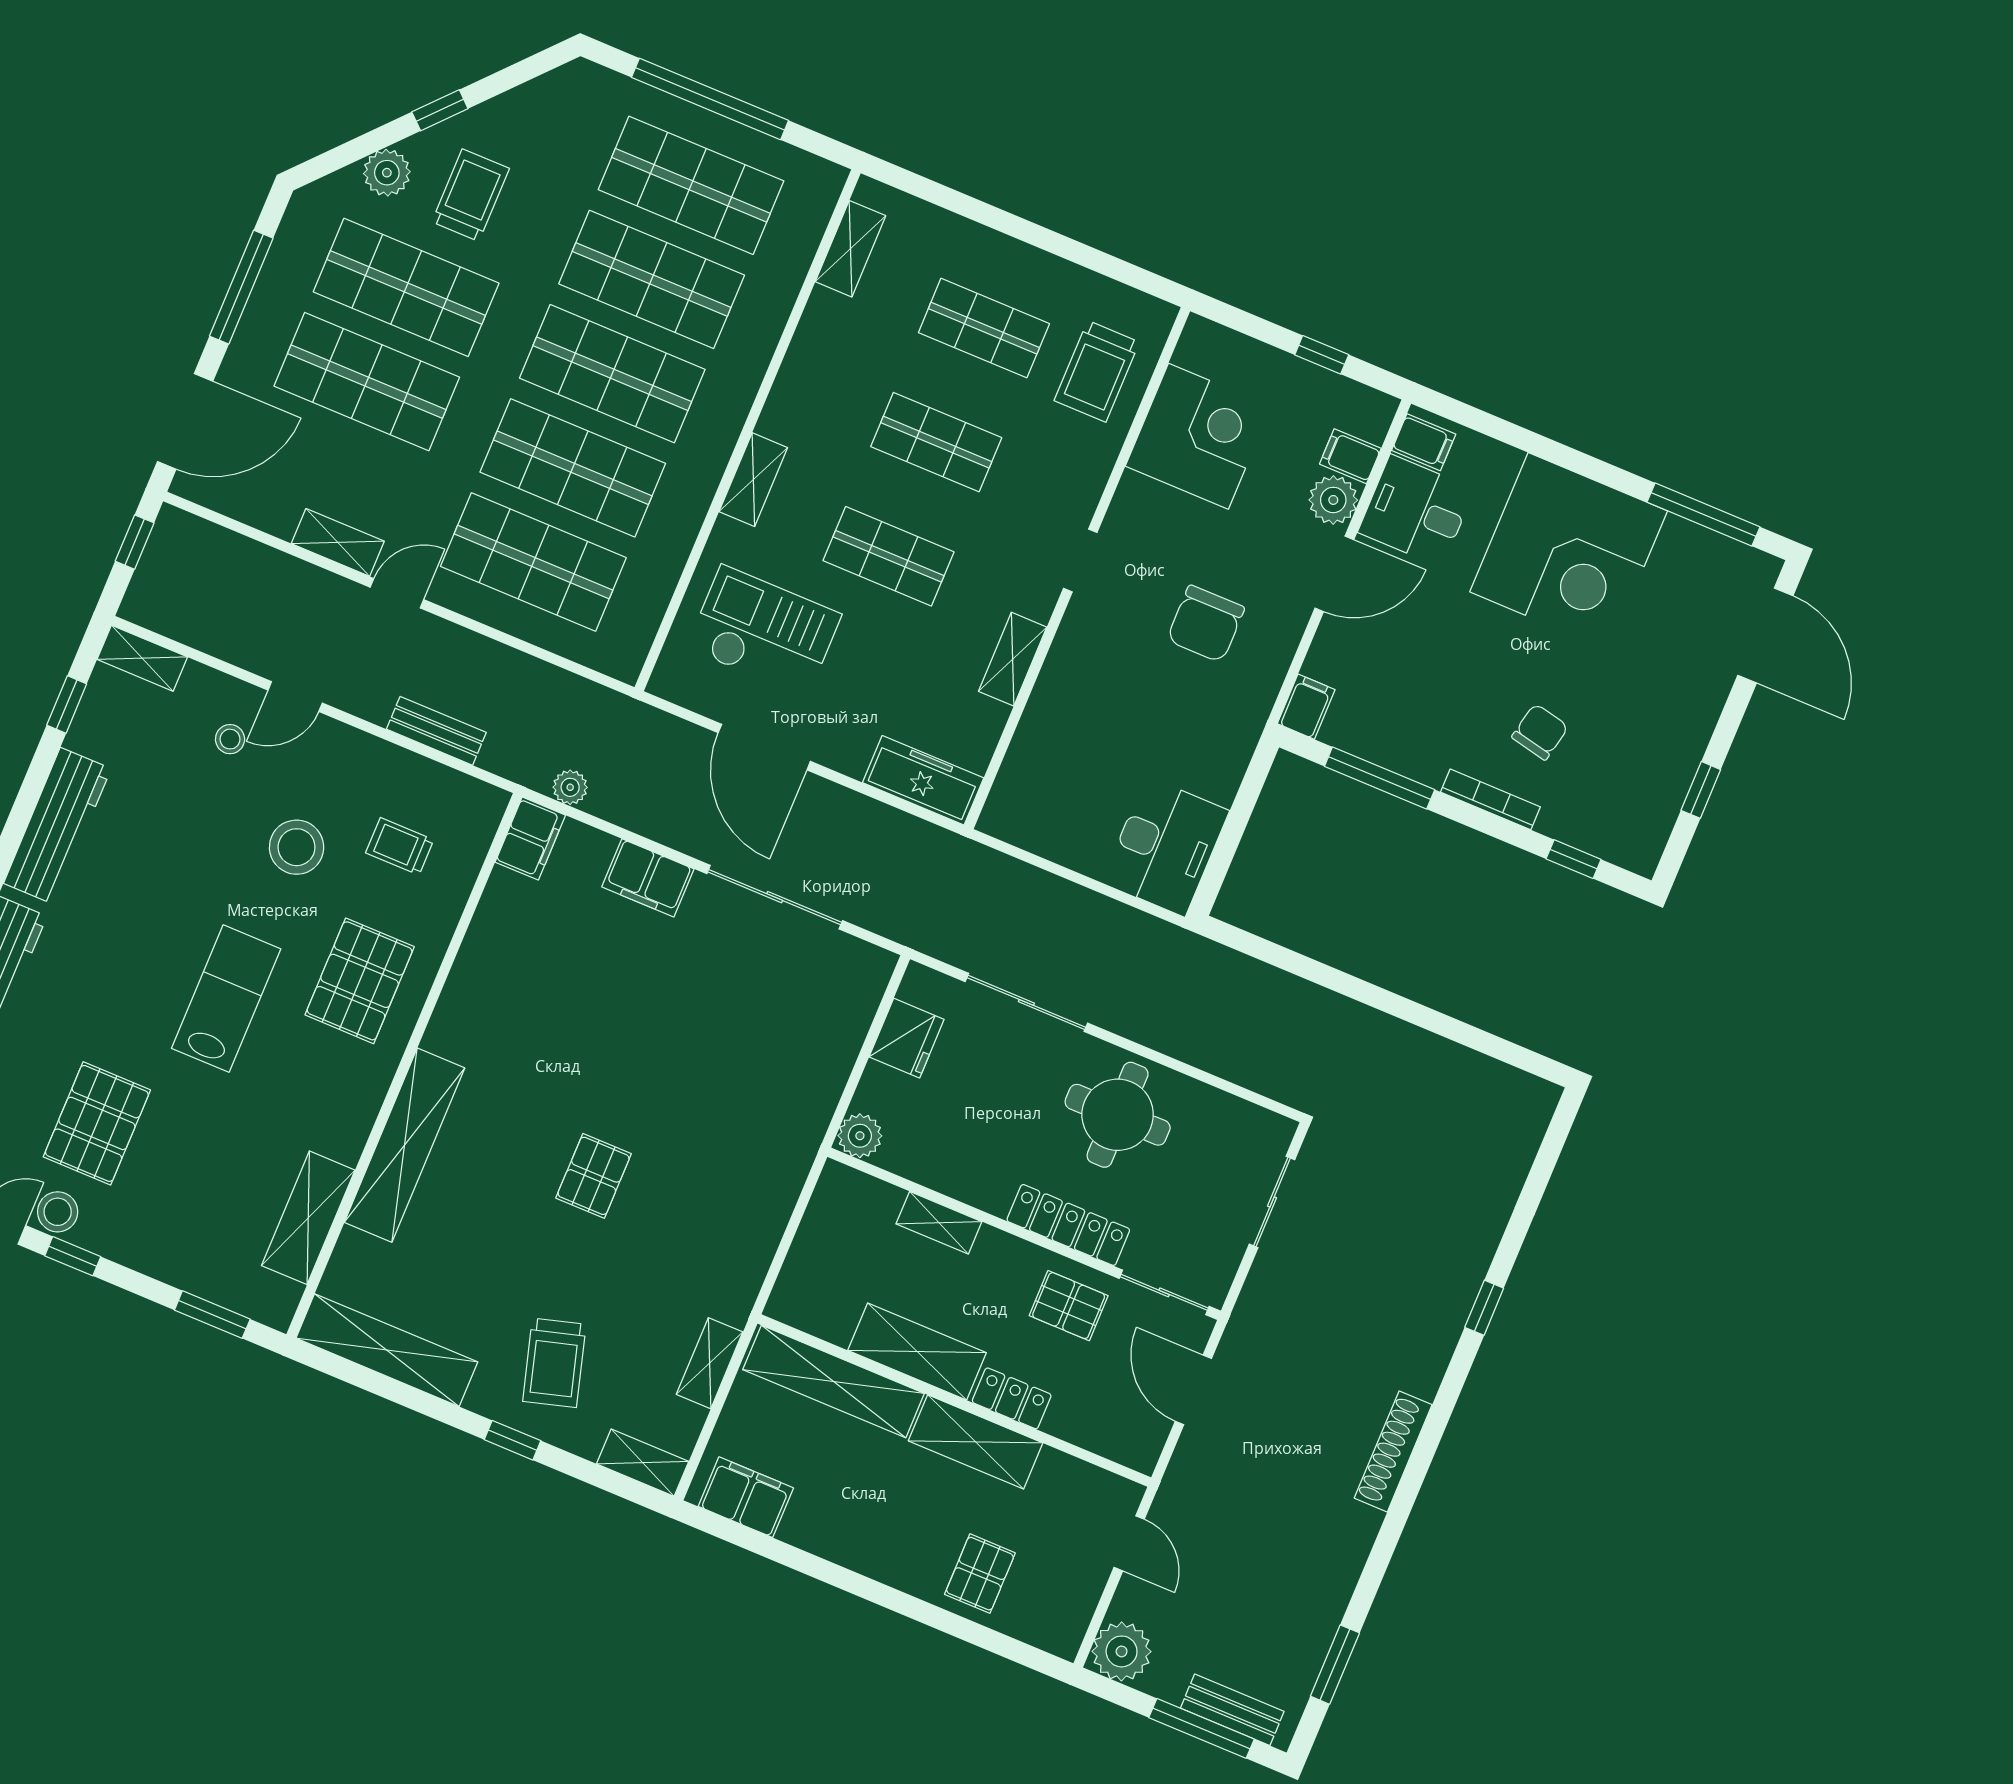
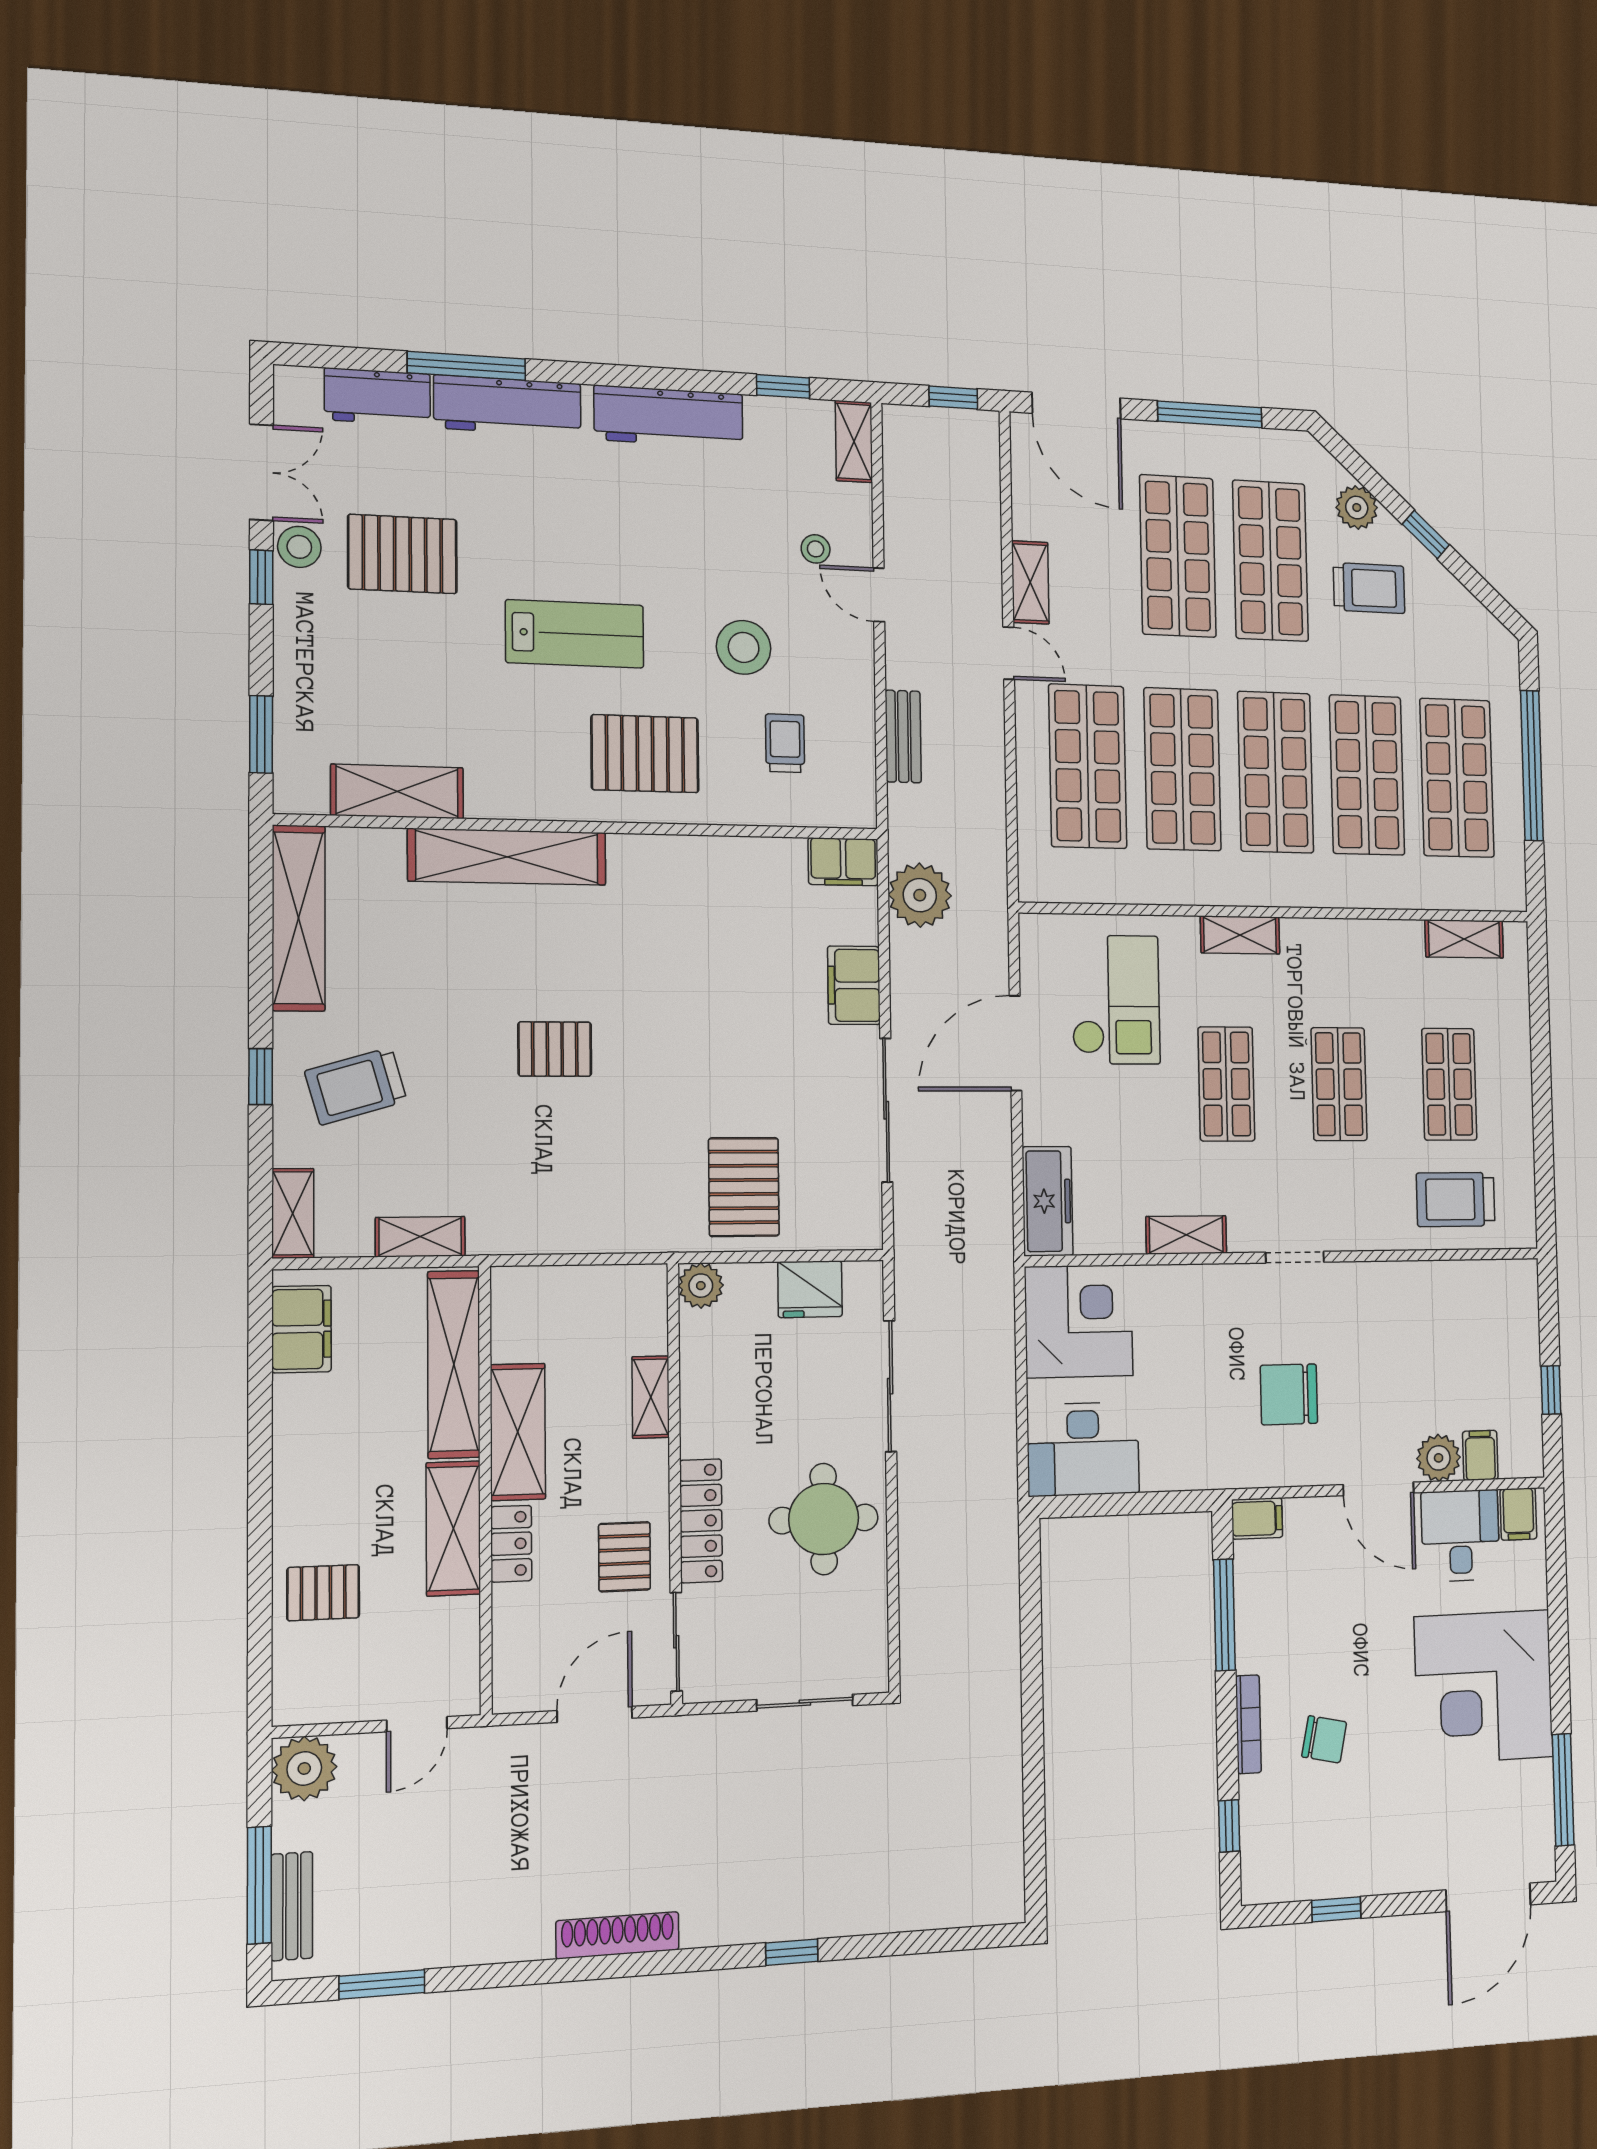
corner desk: (1198, 436) -> (1079, 1321), moved, turned -90
plant: (570, 787) -> (920, 895), width x1.88, depth x1.88
pallet: (788, 1059) -> (744, 1187), added

